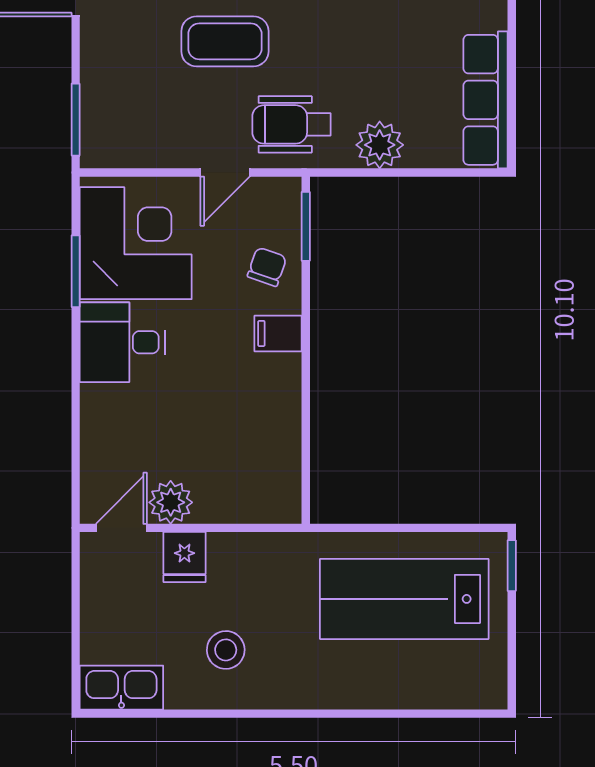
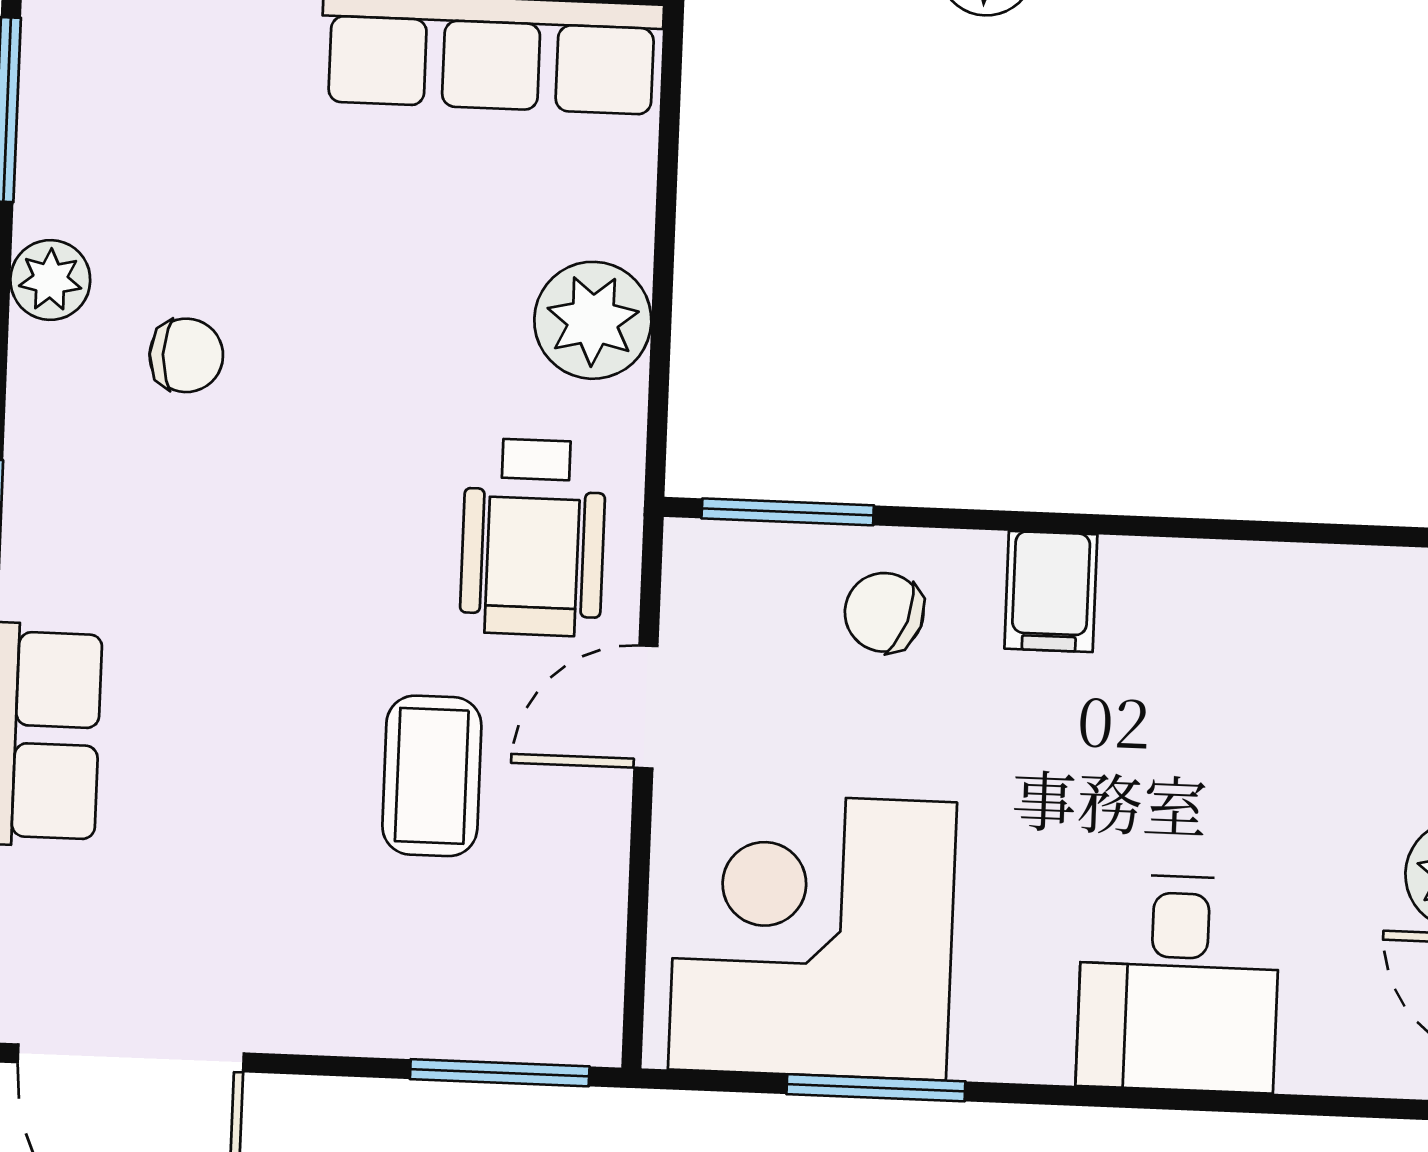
coffee table: (225, 41) -> (432, 776), moved, width x0.73, depth x0.77
door: (225, 172) -> (646, 707), swing flipped
desk: (123, 342) -> (1178, 983), moved

